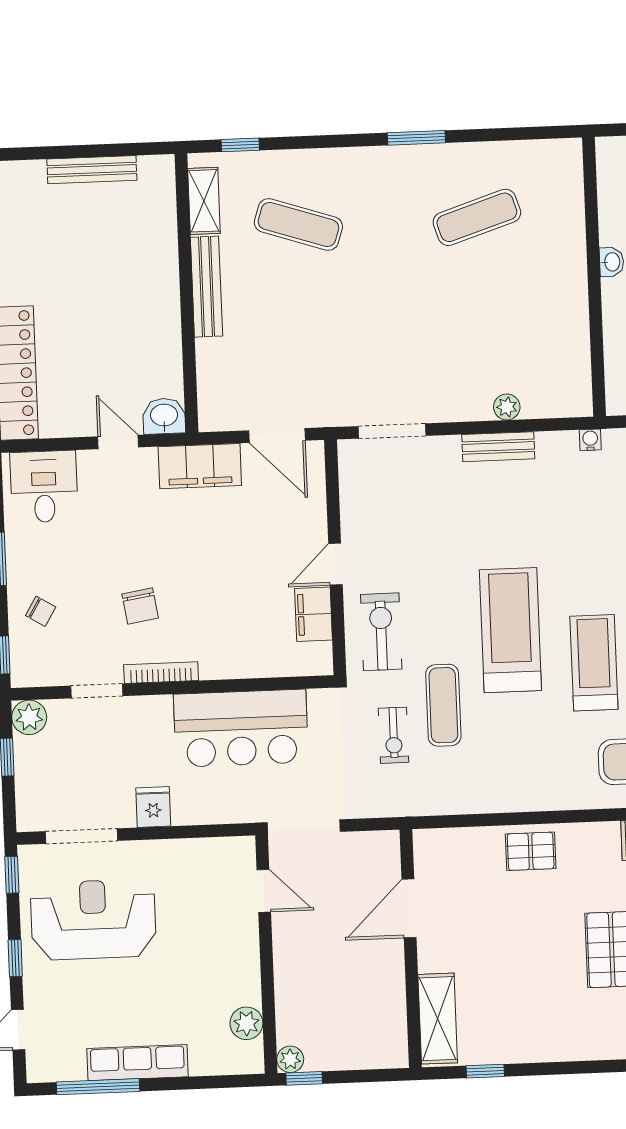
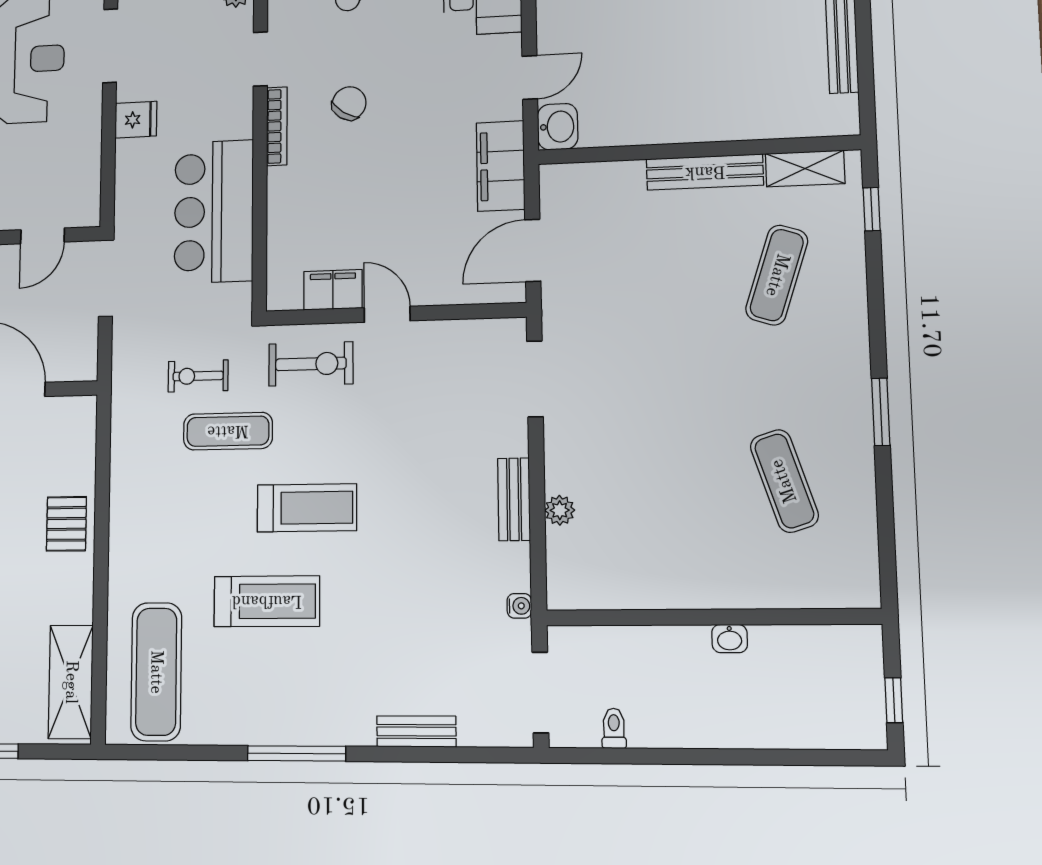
chair: (140, 606) -> (349, 103), turned 132
treadmill: (510, 630) -> (307, 508), width x0.73, depth x0.73

